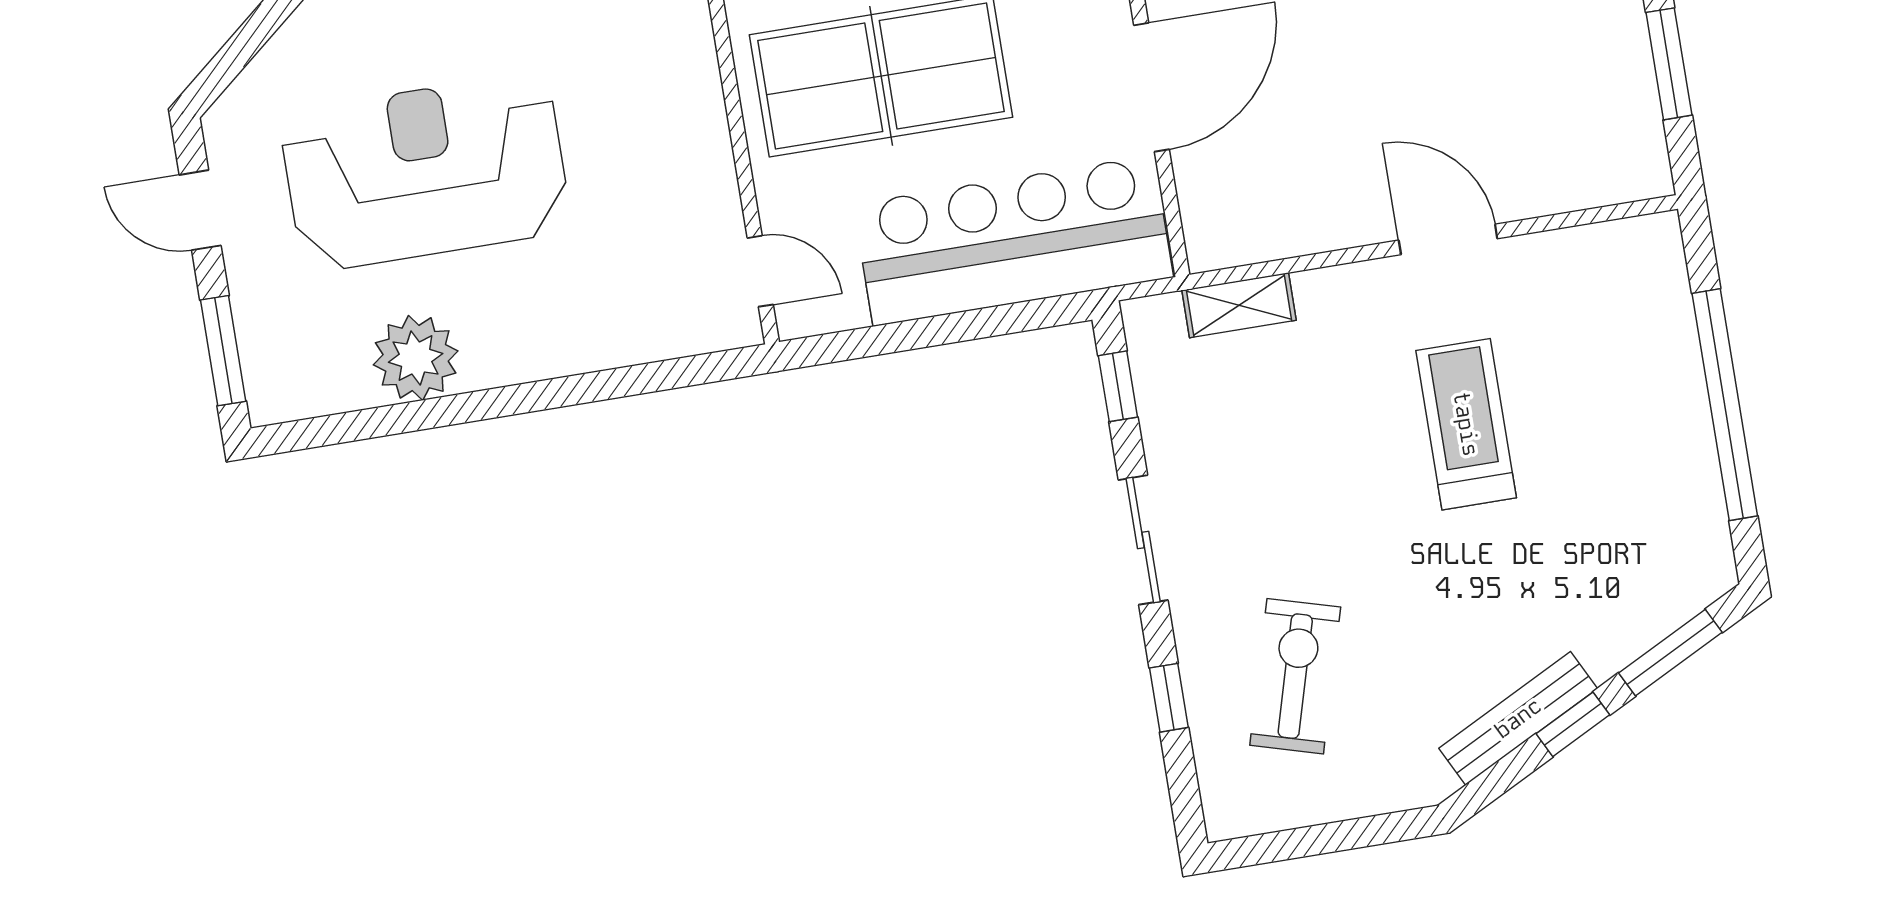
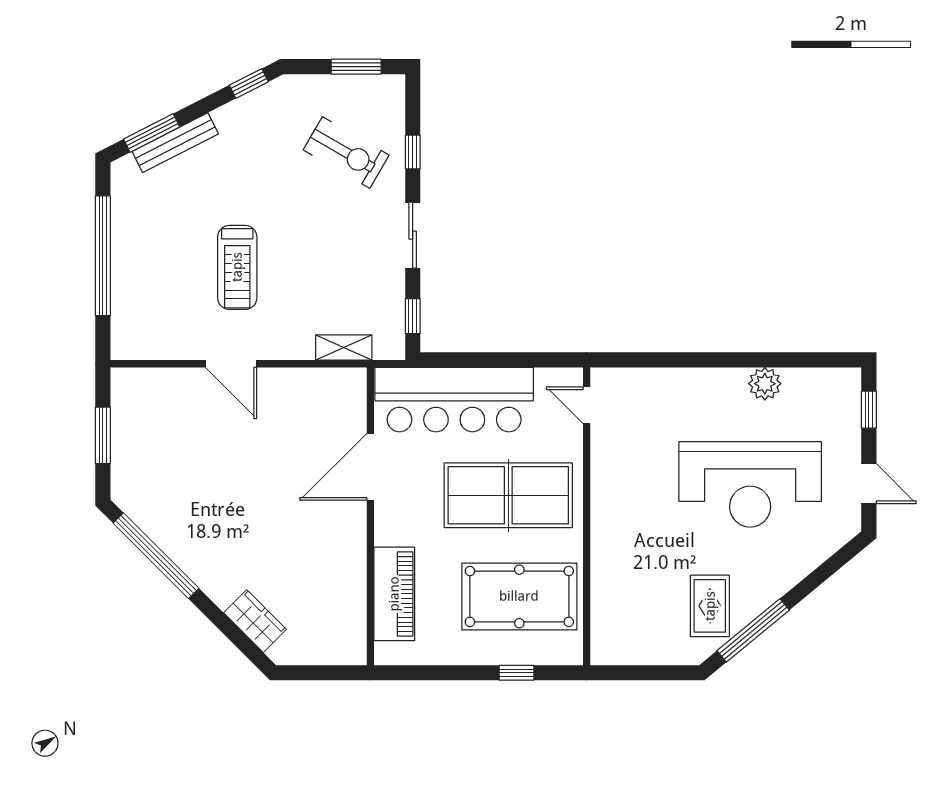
window: (223, 351) -> (869, 410), width x0.67
plant: (416, 358) -> (765, 384), width x0.73, depth x0.73
exercise bike: (1295, 676) -> (346, 152), turned -76
bench: (1518, 718) -> (175, 143), moved
window: (1573, 724) -> (249, 83), moved
window: (1303, 842) -> (356, 67), added

